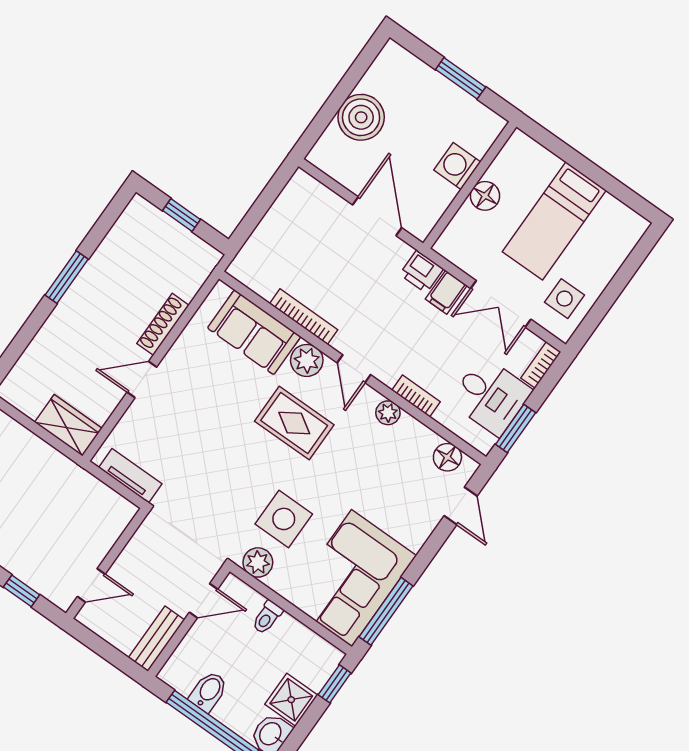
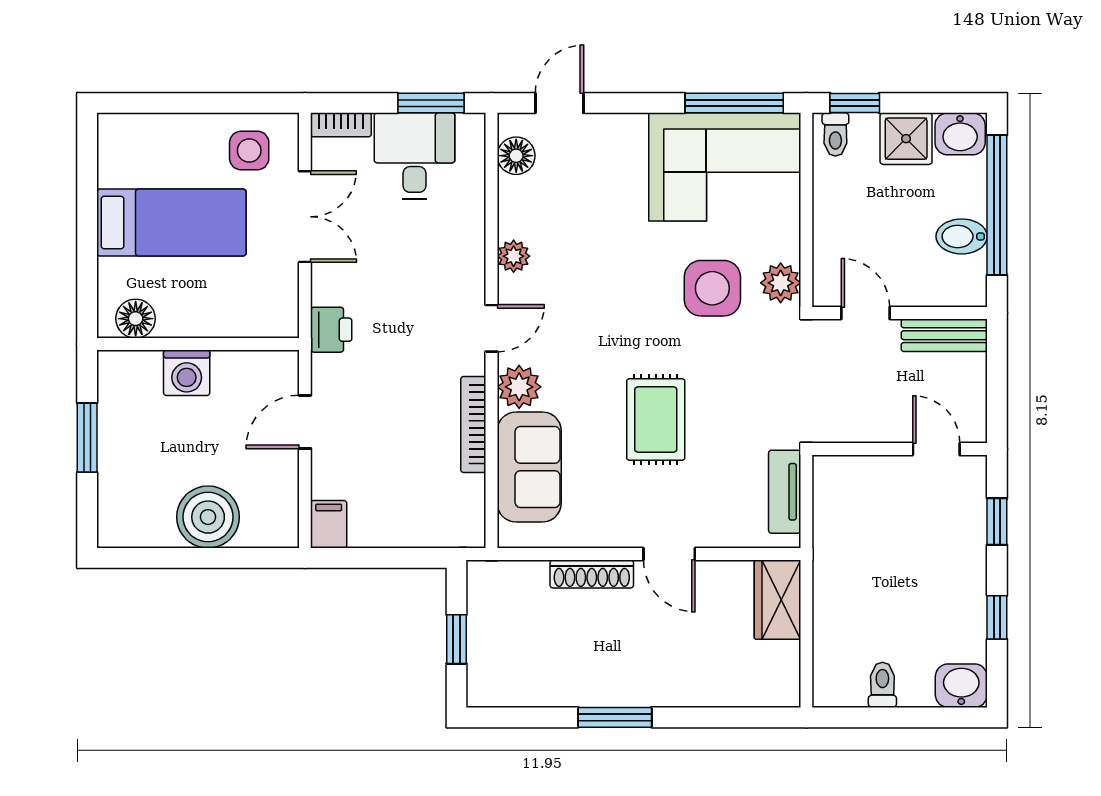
floor lamp: (485, 196) -> (136, 319), moved
door: (377, 216) -> (305, 422), width x0.73
filing cabinet: (446, 292) -> (329, 524), moved, turned -90
bookcase: (416, 396) -> (473, 238), removed
rug: (294, 423) -> (656, 420), moved
toilet: (267, 617) -> (835, 134), moved, turned 90

